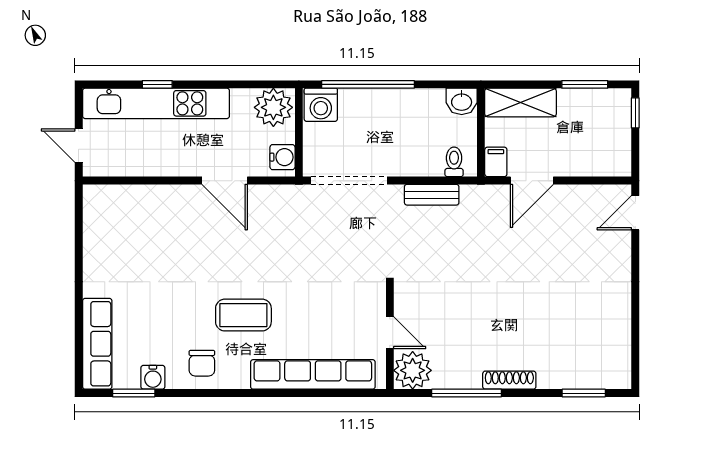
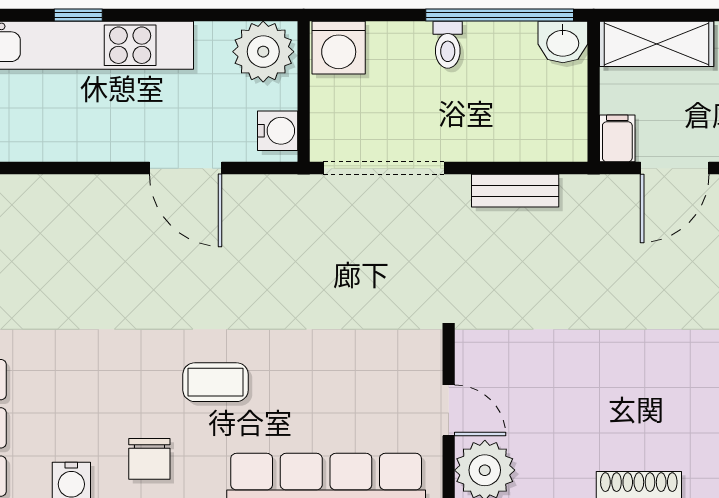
window: (368, 84) -> (500, 15), moved
toilet: (454, 162) -> (448, 45), moved, turned 180
coffee table: (243, 315) -> (216, 382), width x0.73, depth x0.77

